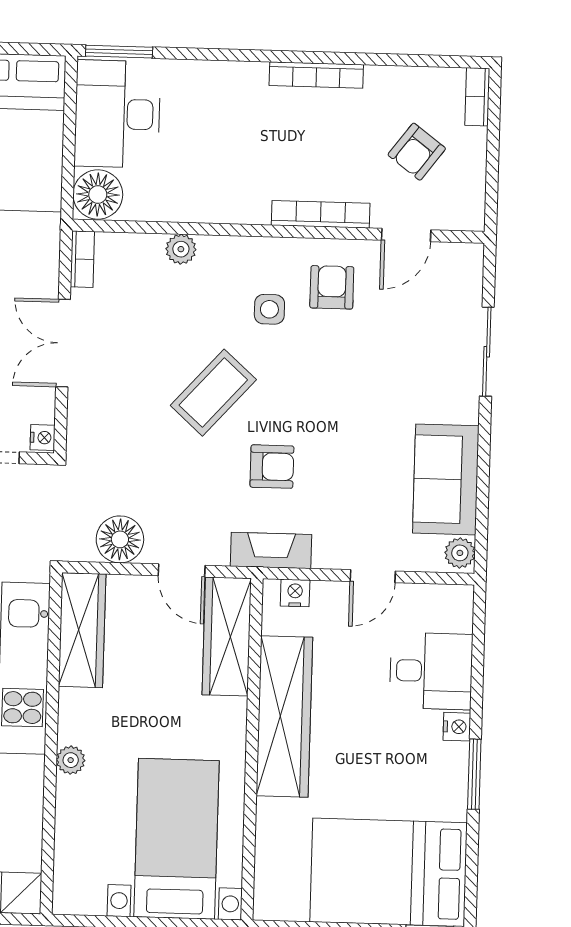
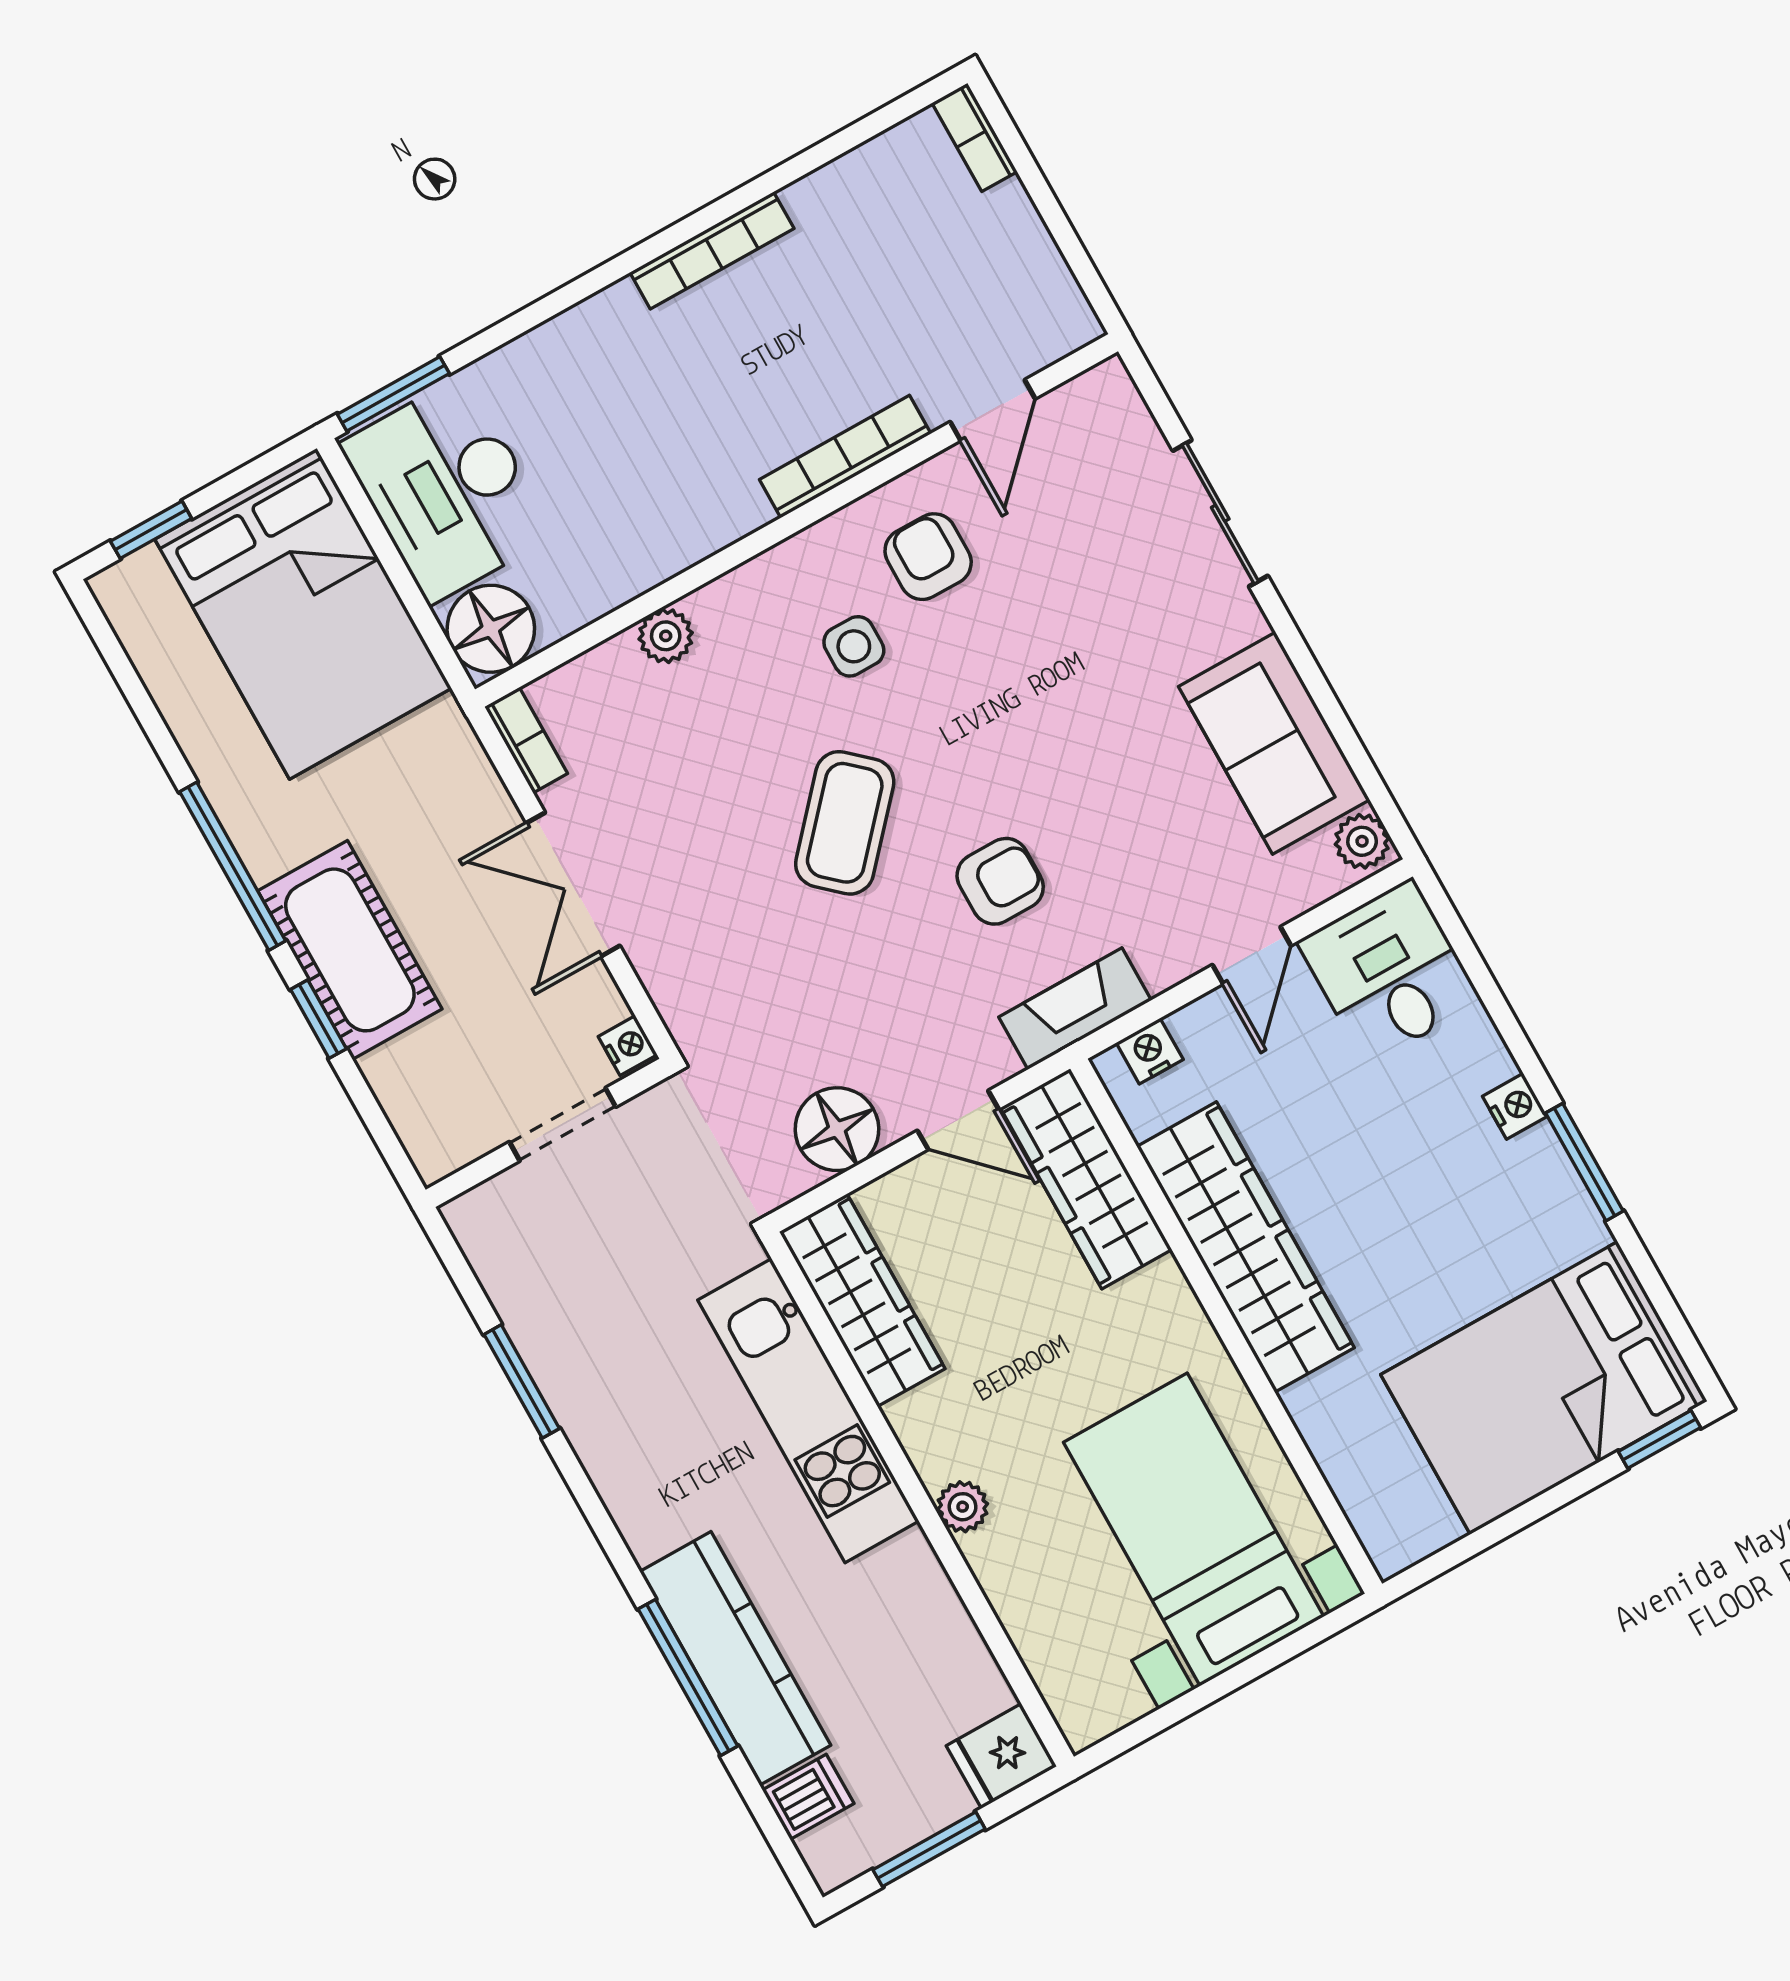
armchair: (417, 152) -> (933, 275), removed
desk: (431, 671) -> (1389, 972), moved, turned -90

